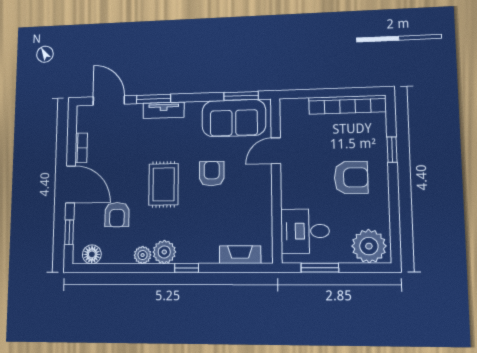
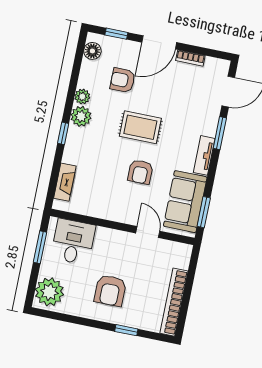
tv unit: (164, 110) -> (204, 155), moved
armchair: (212, 174) -> (140, 172), turned 90

